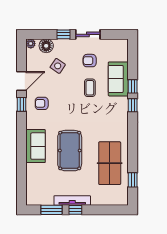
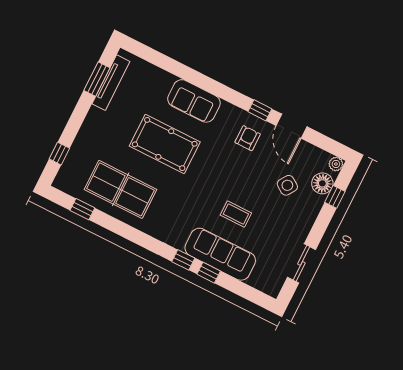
window: (64, 34) -> (335, 197), moved
sliding door: (88, 34) -> (301, 263), moved
armchair: (90, 61) -> (273, 232), removed
sofa: (118, 79) -> (220, 254), width x1.36
tv unit: (72, 200) -> (111, 83), moved
window: (75, 210) -> (59, 154), moved

